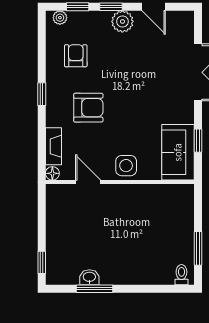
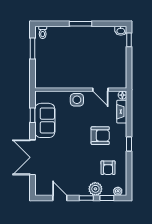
plant: (122, 21) -> (95, 189), moved
armchair: (88, 108) -> (100, 136), turned 180
sofa: (178, 152) -> (45, 120), moved
washbasin: (89, 277) -> (121, 31), moved
window: (95, 289) -> (80, 24), moved

